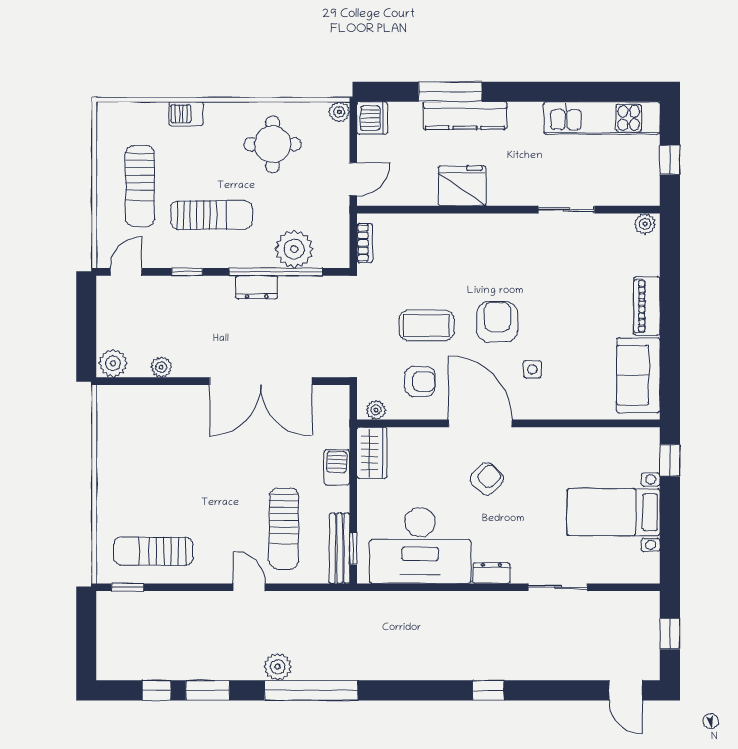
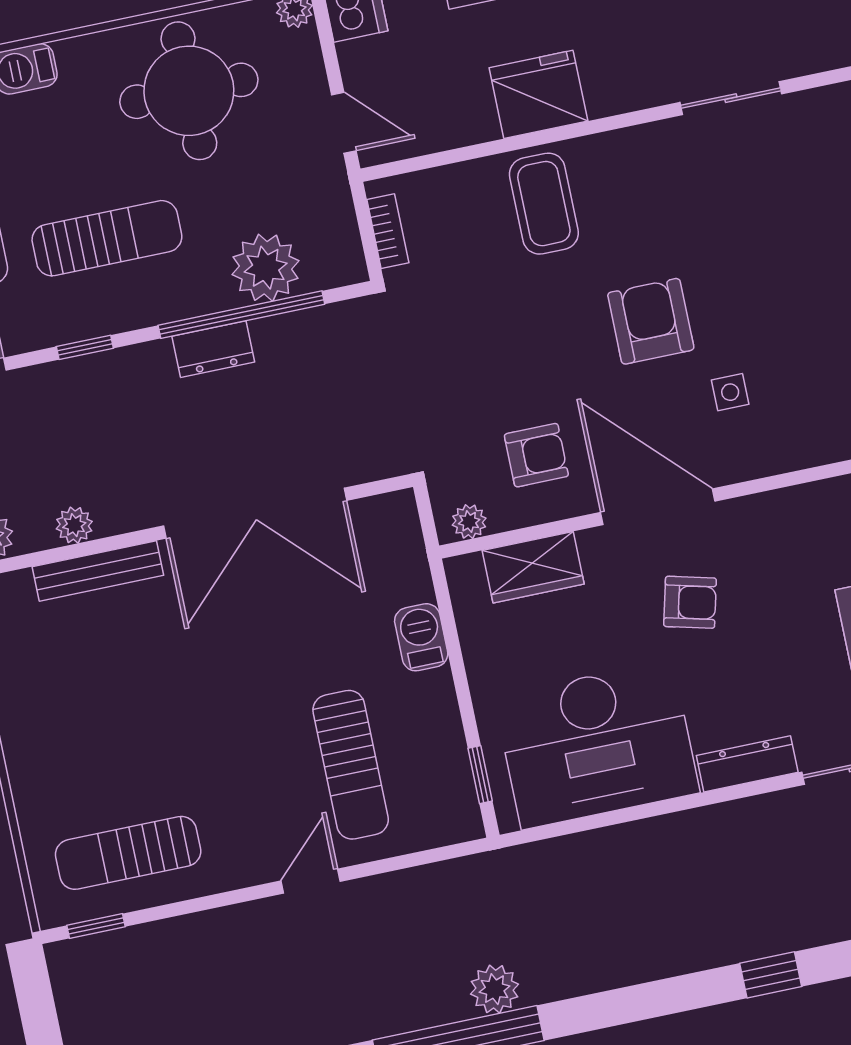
round table: (273, 144) -> (189, 91), width x1.36, depth x1.36
door: (353, 179) -> (344, 123), hinge flipped
coffee table: (426, 325) -> (544, 204), moved, turned 90
wardrobe: (372, 453) -> (533, 567), moved, turned 90
armchair: (487, 479) -> (690, 602), turned 59
bench: (340, 548) -> (98, 571), moved, turned 90
dresser: (491, 573) -> (747, 764), width x1.44
door: (249, 587) -> (311, 881), hinge flipped
plant: (278, 667) -> (495, 989), moved

